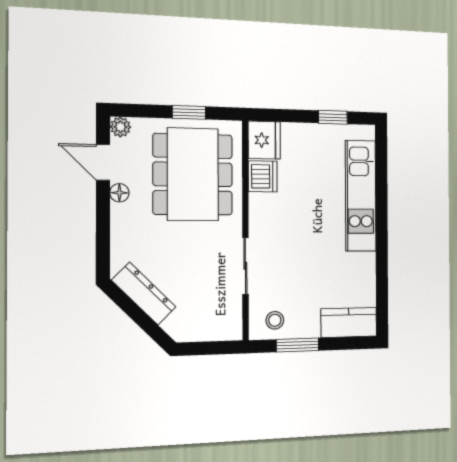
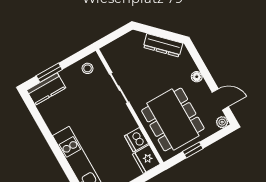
floor lamp: (119, 193) -> (197, 77), moved
window: (297, 345) -> (49, 73), moved

